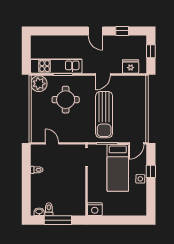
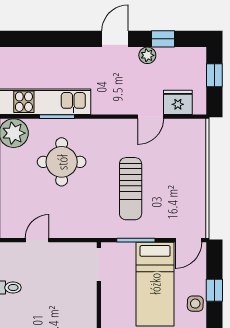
door: (95, 31) -> (115, 39), swing flipped
plant: (113, 40) -> (147, 55), added
door: (103, 74) -> (151, 117), moved
sun lounger: (104, 115) -> (131, 189), width x0.73, depth x0.75
door: (52, 143) -> (37, 240), hinge flipped

